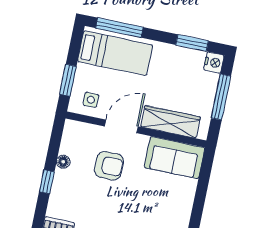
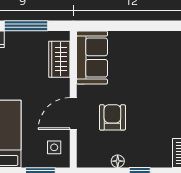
wardrobe: (170, 122) -> (59, 59), width x0.67
door: (121, 126) -> (73, 114), hinge flipped

